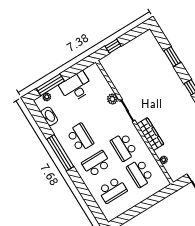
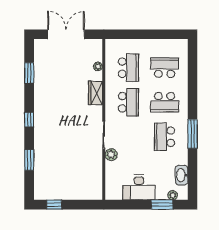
window: (113, 46) -> (54, 205), moved
window: (50, 85) -> (162, 205), width x0.69
wardrobe: (150, 134) -> (96, 93), width x0.67
window: (60, 153) -> (192, 134), width x0.68

